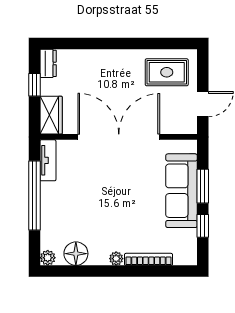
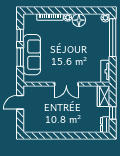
rug: (167, 72) -> (40, 120), removed
double door: (119, 137) -> (66, 84), width x0.54
window: (34, 195) -> (113, 38), moved
floor lamp: (76, 254) -> (79, 20), moved

